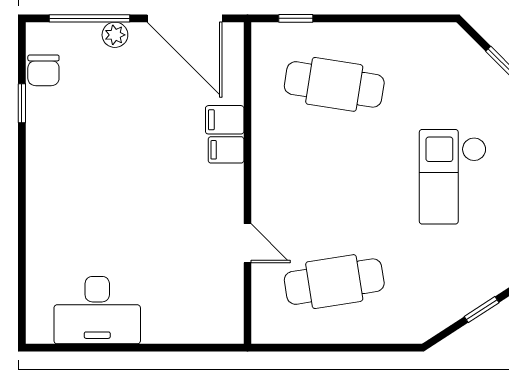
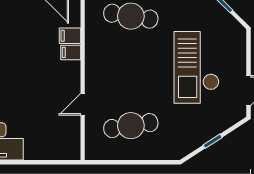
checkout: (453, 177) -> (197, 67), width x1.36, depth x1.21
door: (247, 243) -> (83, 104), swing flipped

